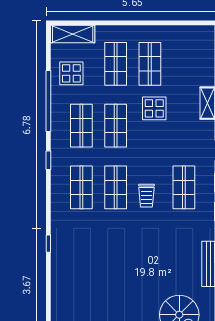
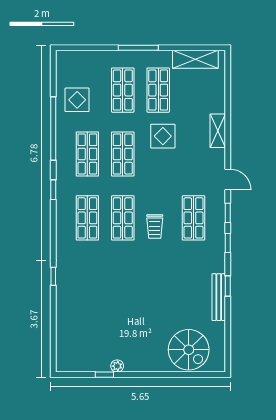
window: (131, 23) -> (138, 48), added
shelving: (73, 34) -> (195, 59), moved

